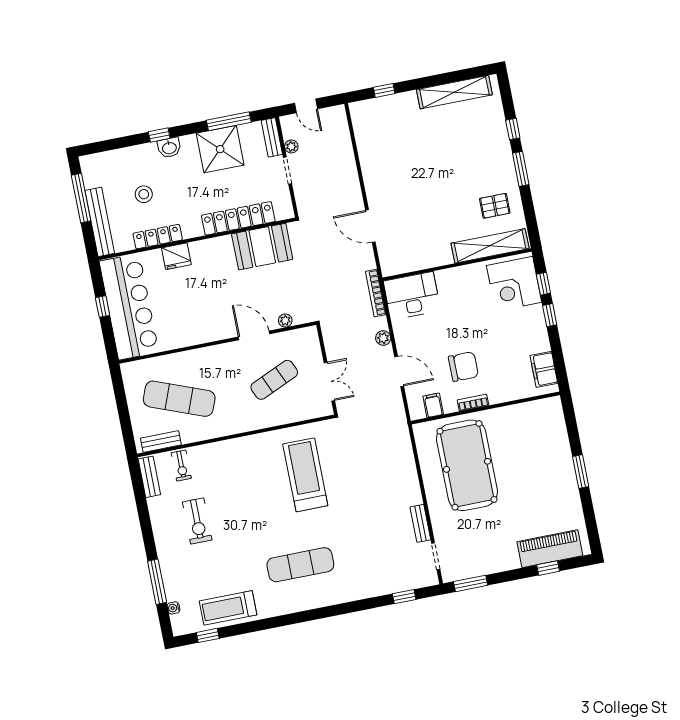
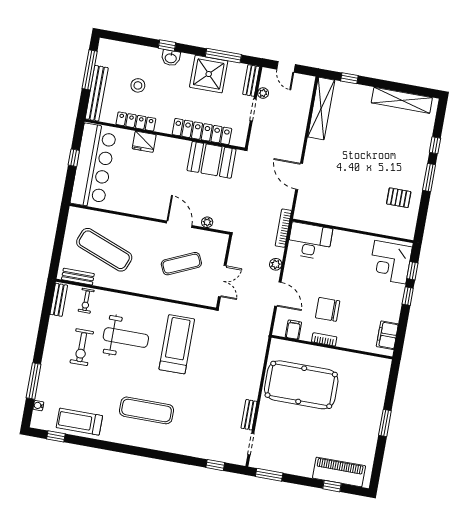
shelving: (490, 246) -> (321, 108), moved, turned 90
chair: (463, 366) -> (328, 309), turned 180
pool table: (467, 465) -> (301, 385), turned 90
weight bench: (244, 490) -> (126, 338), added

